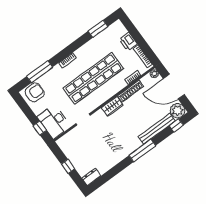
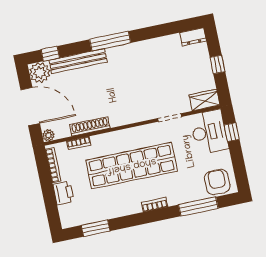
armchair: (35, 92) -> (217, 182), turned 90
wardrobe: (112, 106) -> (204, 100), moved

